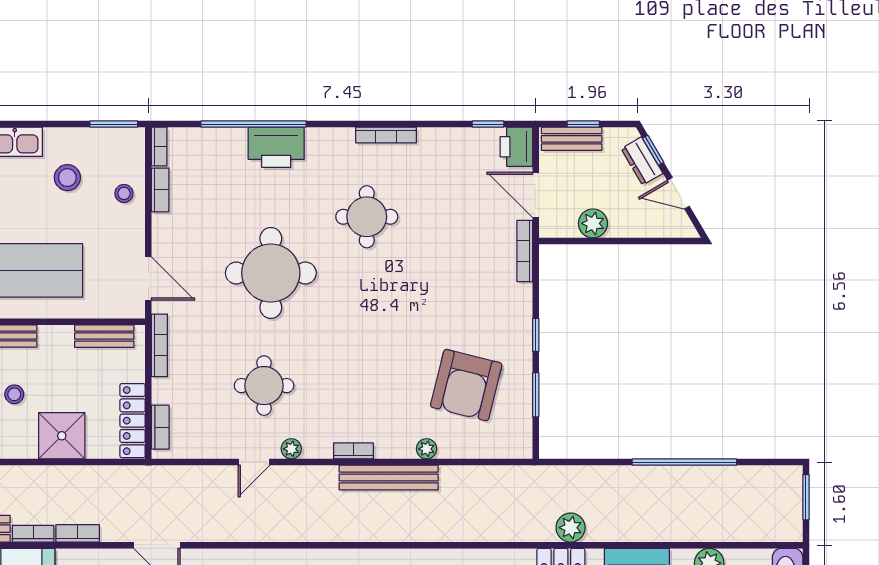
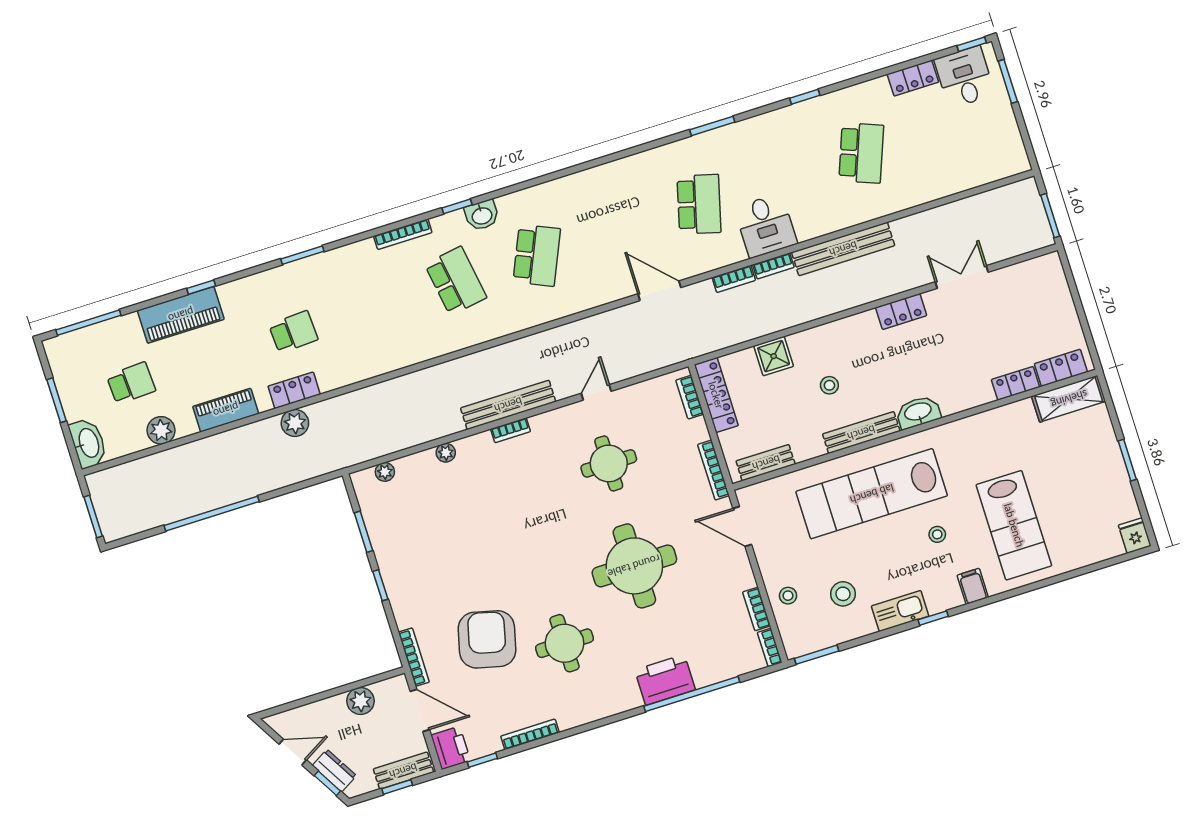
bookcase: (386, 135) -> (530, 734), moved
armchair: (466, 385) -> (487, 639), moved
shower: (62, 436) -> (774, 356), width x0.73, depth x0.73
plant: (291, 449) -> (385, 472), moved
bench: (389, 477) -> (508, 405), moved

